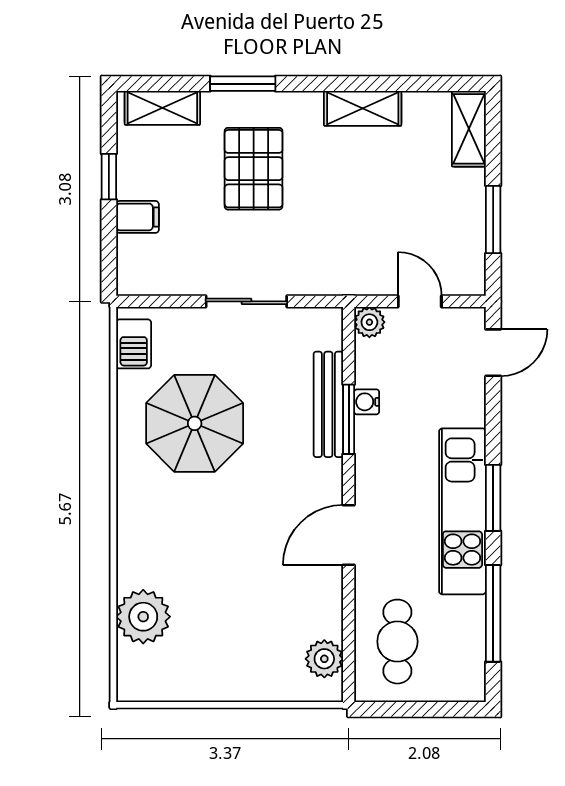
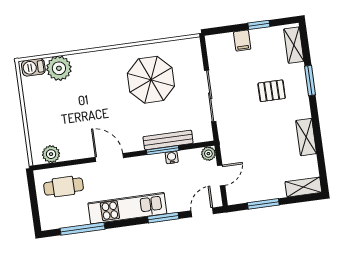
pallet: (254, 169) -> (272, 91), width x0.67, depth x0.71
sliding door: (246, 301) -> (210, 96), width x1.37
barbecue: (134, 344) -> (33, 67), moved
door: (493, 353) -> (202, 212), swing flipped
window: (493, 498) -> (163, 218), moved

